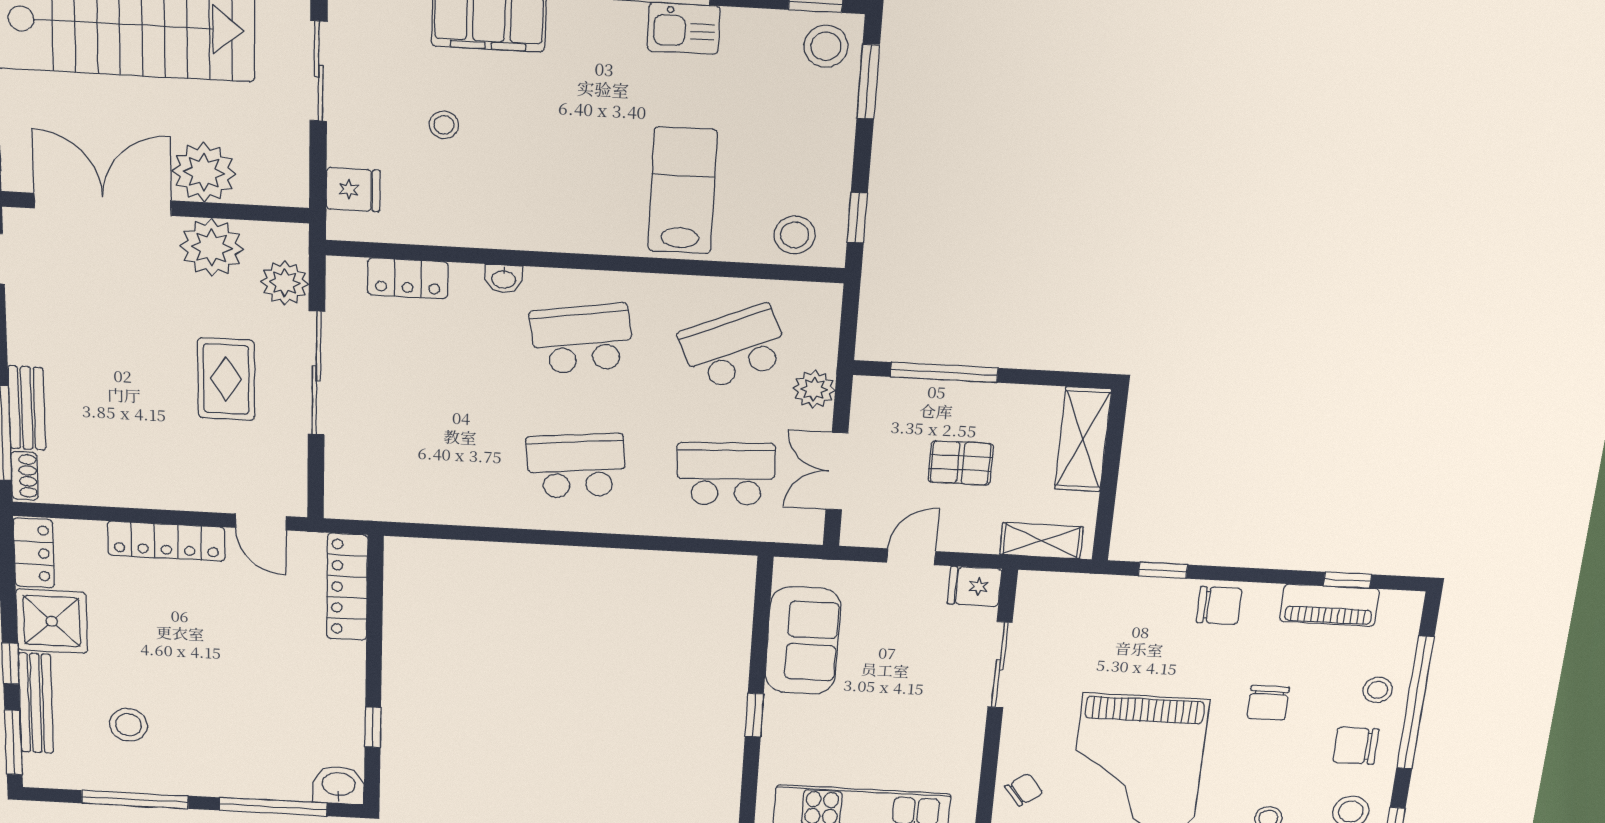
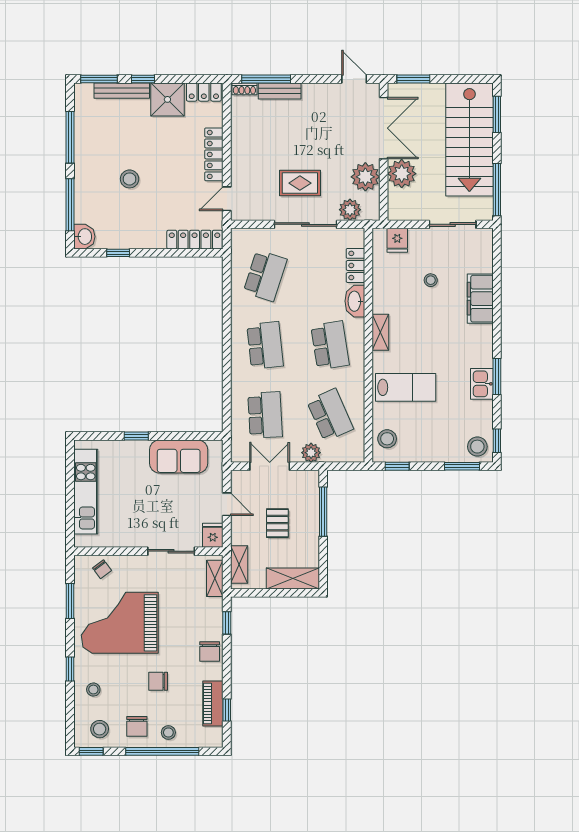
shelving: (557, 236) -> (380, 332), added
washbasin: (504, 279) -> (355, 301), width x1.91, depth x1.45
school desk: (426, 458) -> (265, 276), added
shelving: (1066, 588) -> (215, 578), added
stool: (129, 725) -> (130, 179), moved
chair: (1356, 746) -> (137, 726), turned 180

